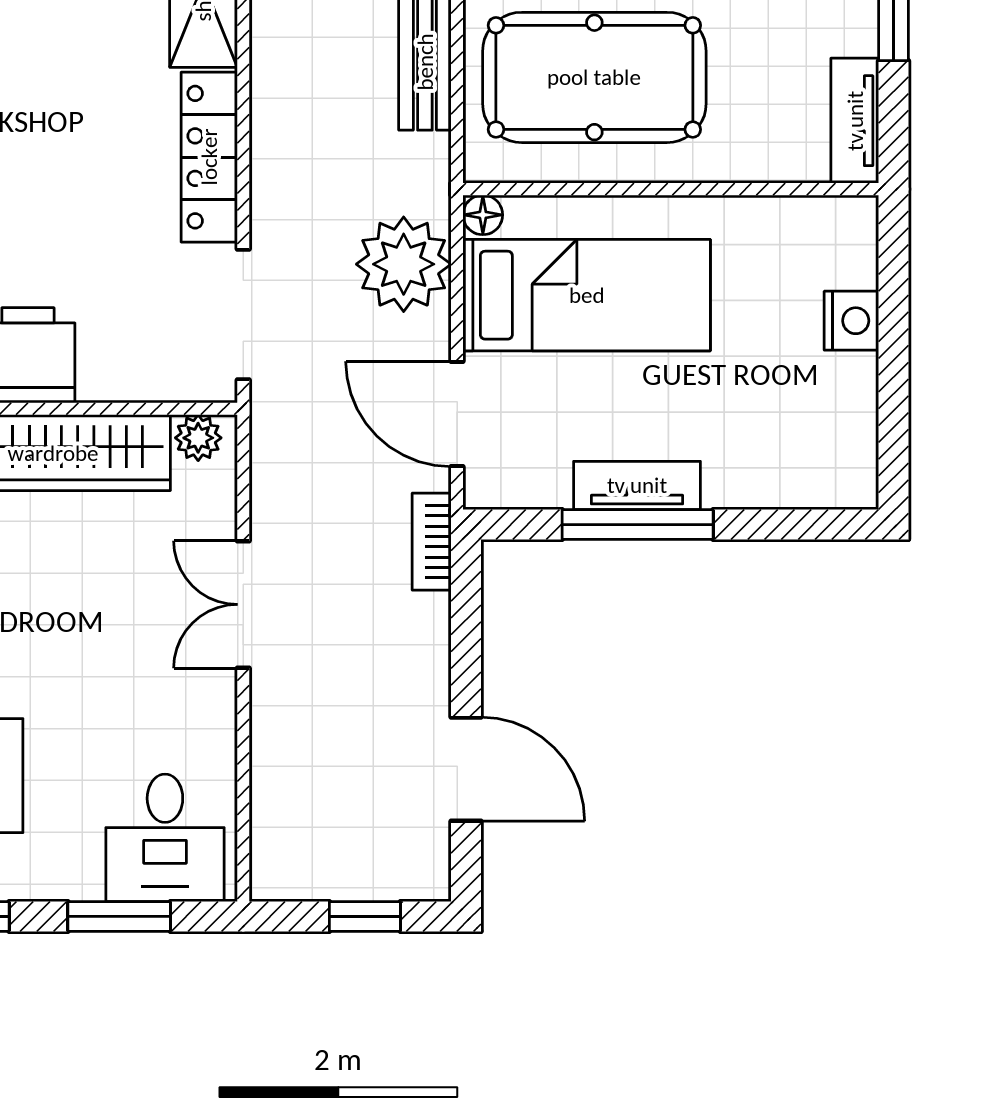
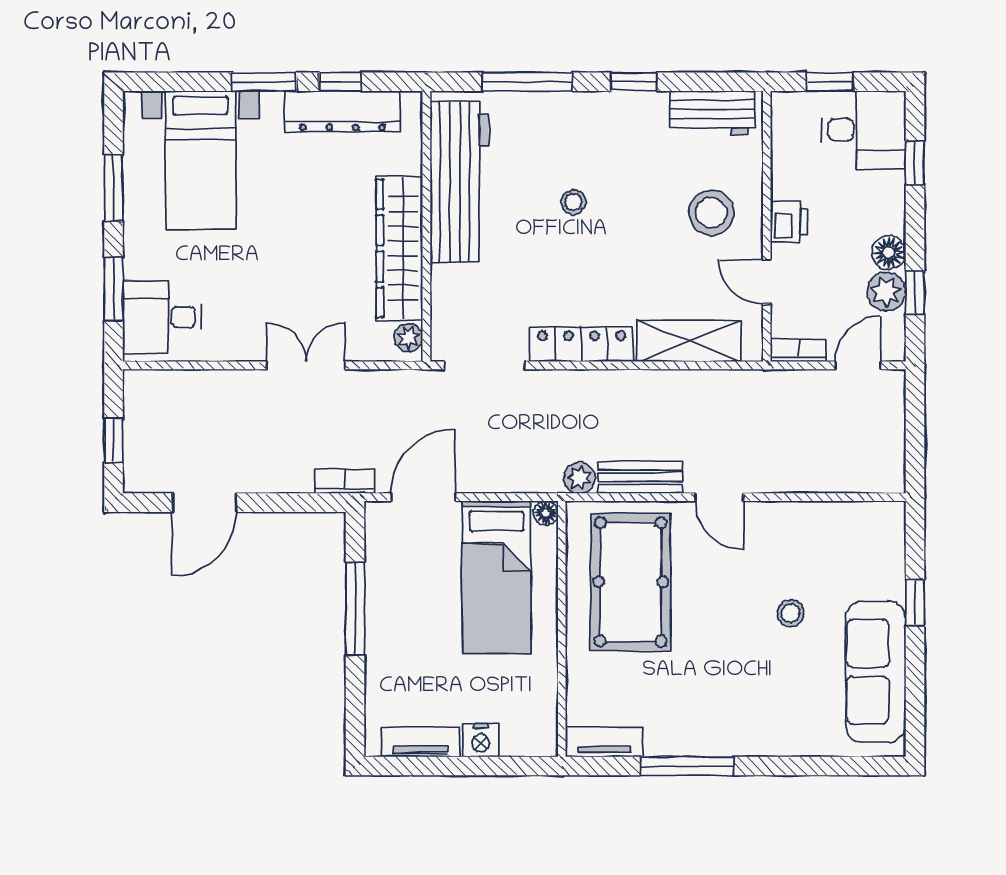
plant: (404, 264) -> (580, 478), moved, width x0.53, depth x0.53
tv unit: (637, 485) -> (420, 742), moved, turned -90

